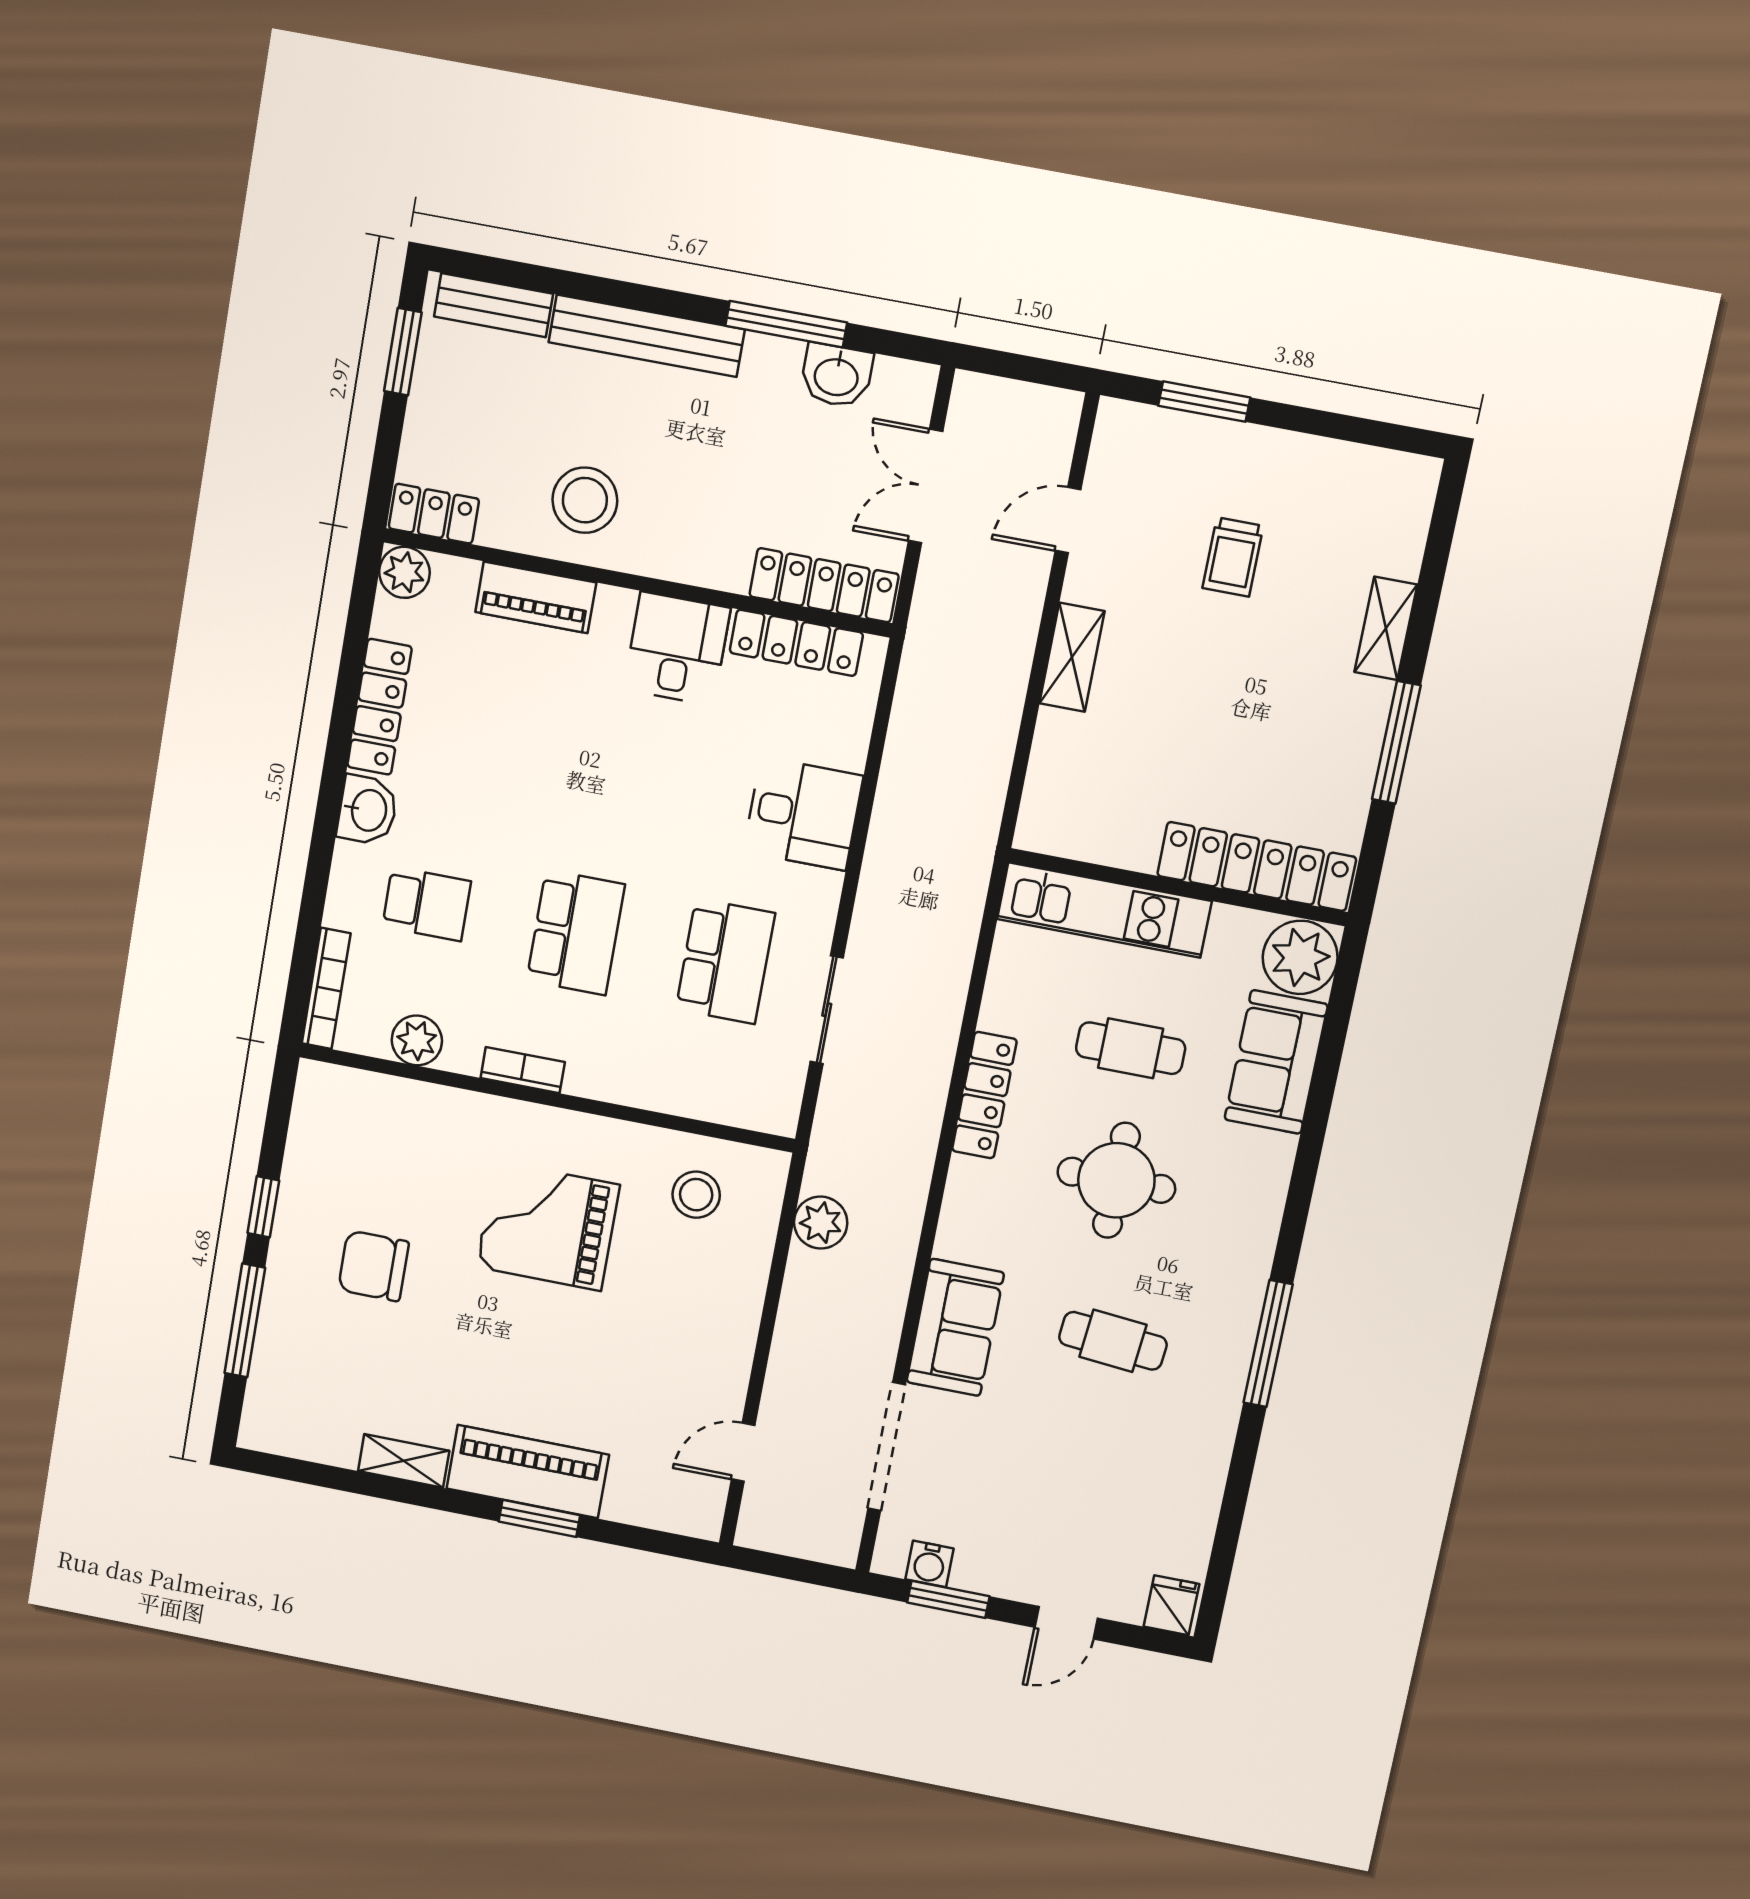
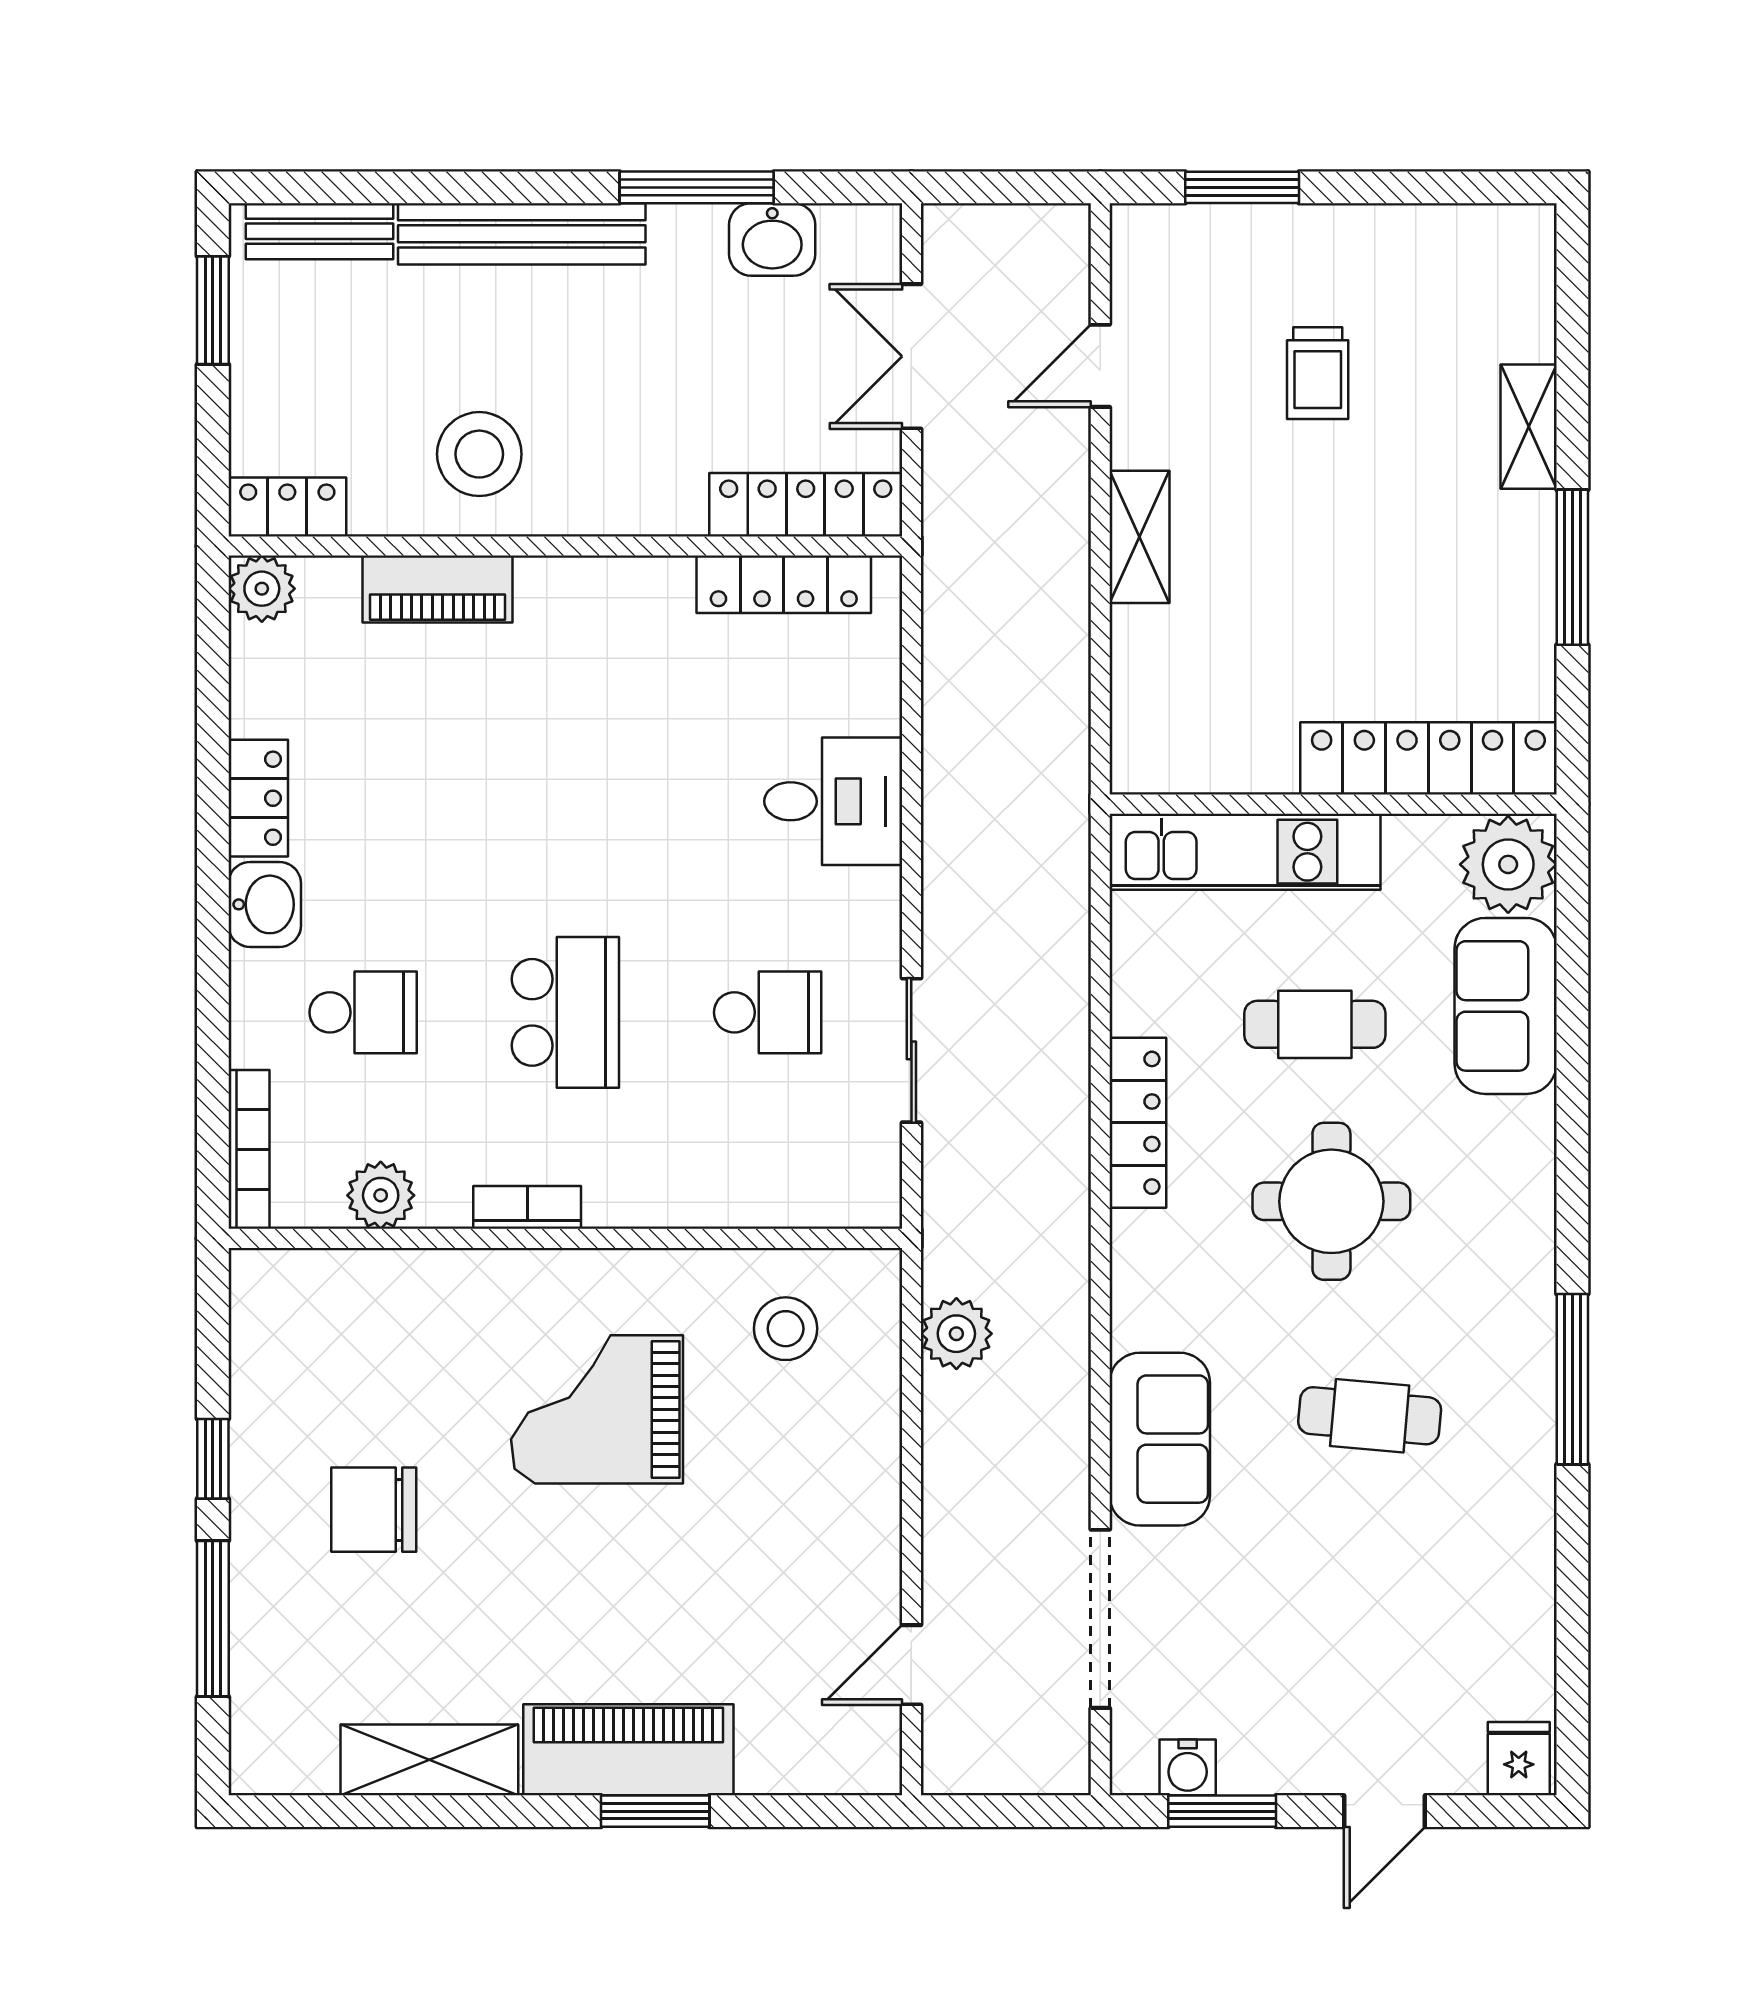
desk: (677, 649) -> (632, 620), removed
locker: (380, 707) -> (258, 798), width x0.66
school desk: (725, 961) -> (768, 1012), width x0.54
shelving: (404, 1461) -> (429, 1760), width x1.50, depth x1.33

